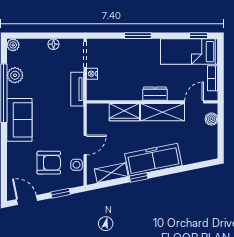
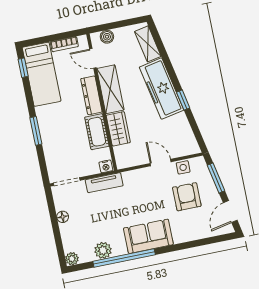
nightstand: (92, 74) -> (106, 166), moved
cot: (126, 92) -> (97, 132), added
dresser: (155, 94) -> (91, 95), width x1.44
shelving: (111, 173) -> (148, 44), moved
window: (61, 193) -> (216, 178), width x1.50

